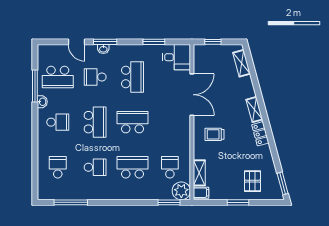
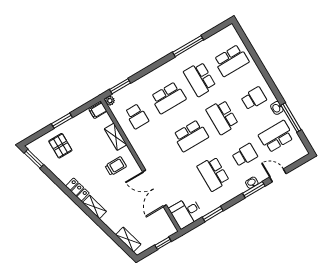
school desk: (58, 122) -> (254, 98), turned 180
school desk: (58, 167) -> (231, 60), width x1.85
school desk: (95, 167) -> (200, 79), width x1.85
shelving: (199, 173) -> (116, 137), moved
plant: (181, 191) -> (110, 101), width x0.53, depth x0.53
window: (71, 202) -> (188, 46), moved

